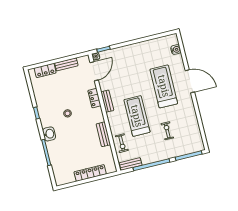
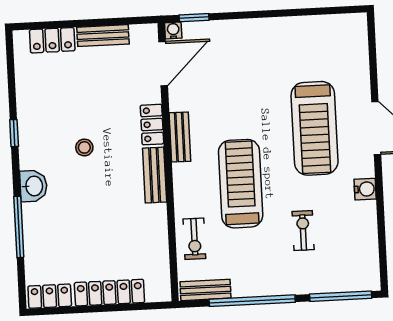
water cooler: (176, 50) -> (365, 189), moved
treadmill: (164, 86) -> (315, 128), turned 180
bench: (103, 134) -> (155, 175), moved
locker: (65, 179) -> (50, 296), added

